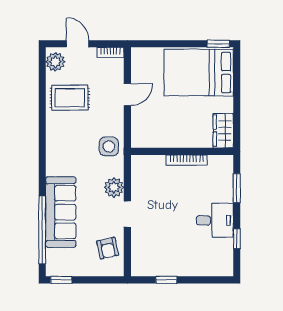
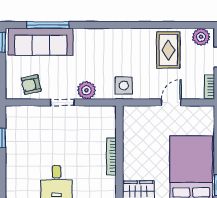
door: (127, 95) -> (171, 102), swing flipped
sofa: (61, 212) -> (41, 42), moved
window: (42, 230) -> (48, 25), width x0.68

